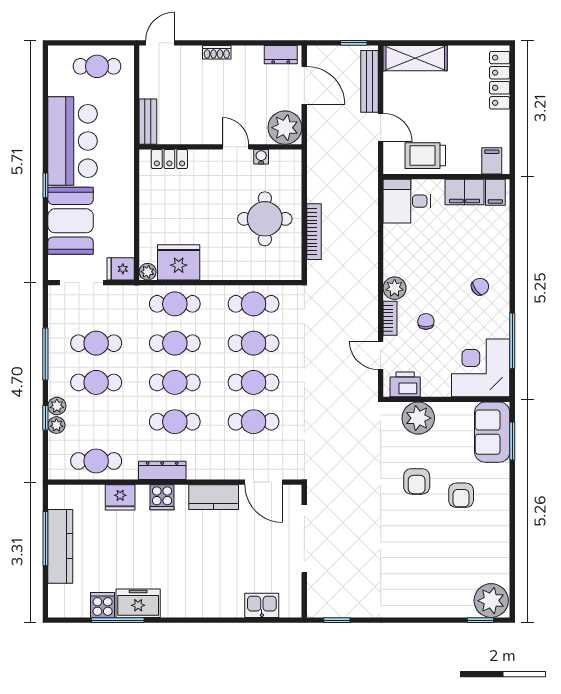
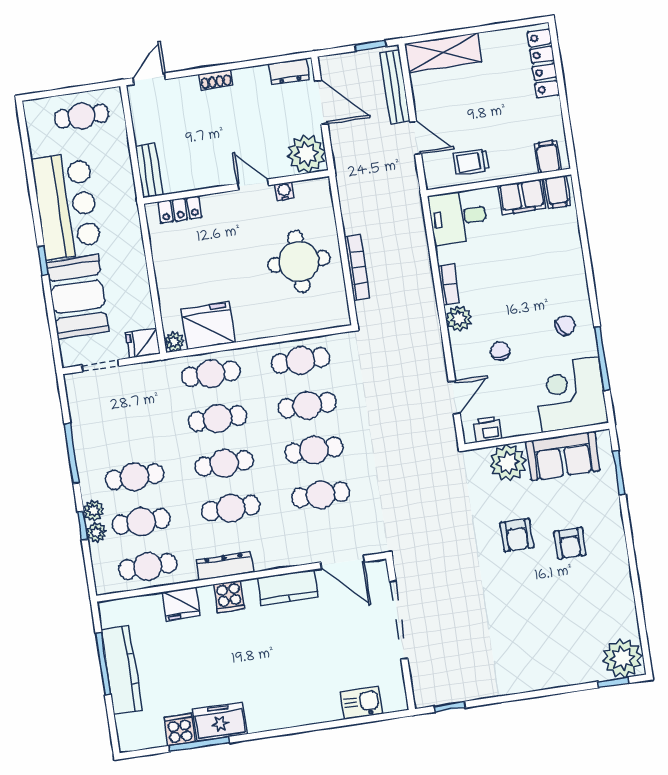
trolley: (425, 156) -> (471, 162), width x0.73, depth x0.72
doorway: (81, 283) -> (100, 366), width x0.73
chair: (480, 287) -> (565, 325), moved
bookcase: (390, 318) -> (448, 285), moved
cafe table: (96, 343) -> (141, 522), moved
door: (381, 355) -> (454, 397), swing flipped
printer: (405, 384) -> (488, 429), width x0.73, depth x0.81
sofa: (492, 432) -> (563, 456), moved, turned -90

